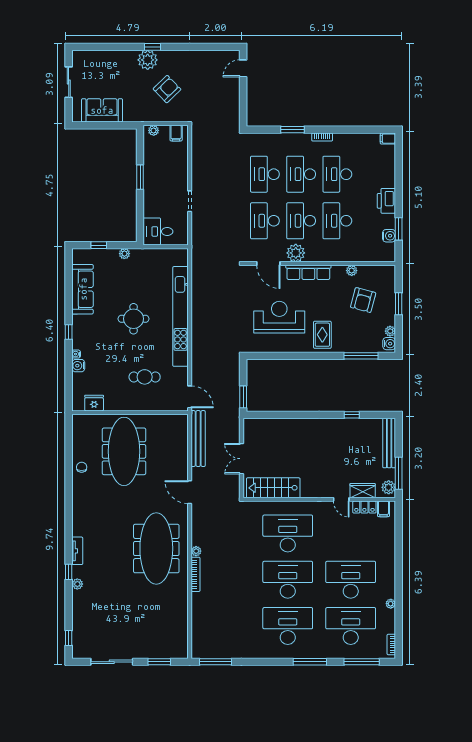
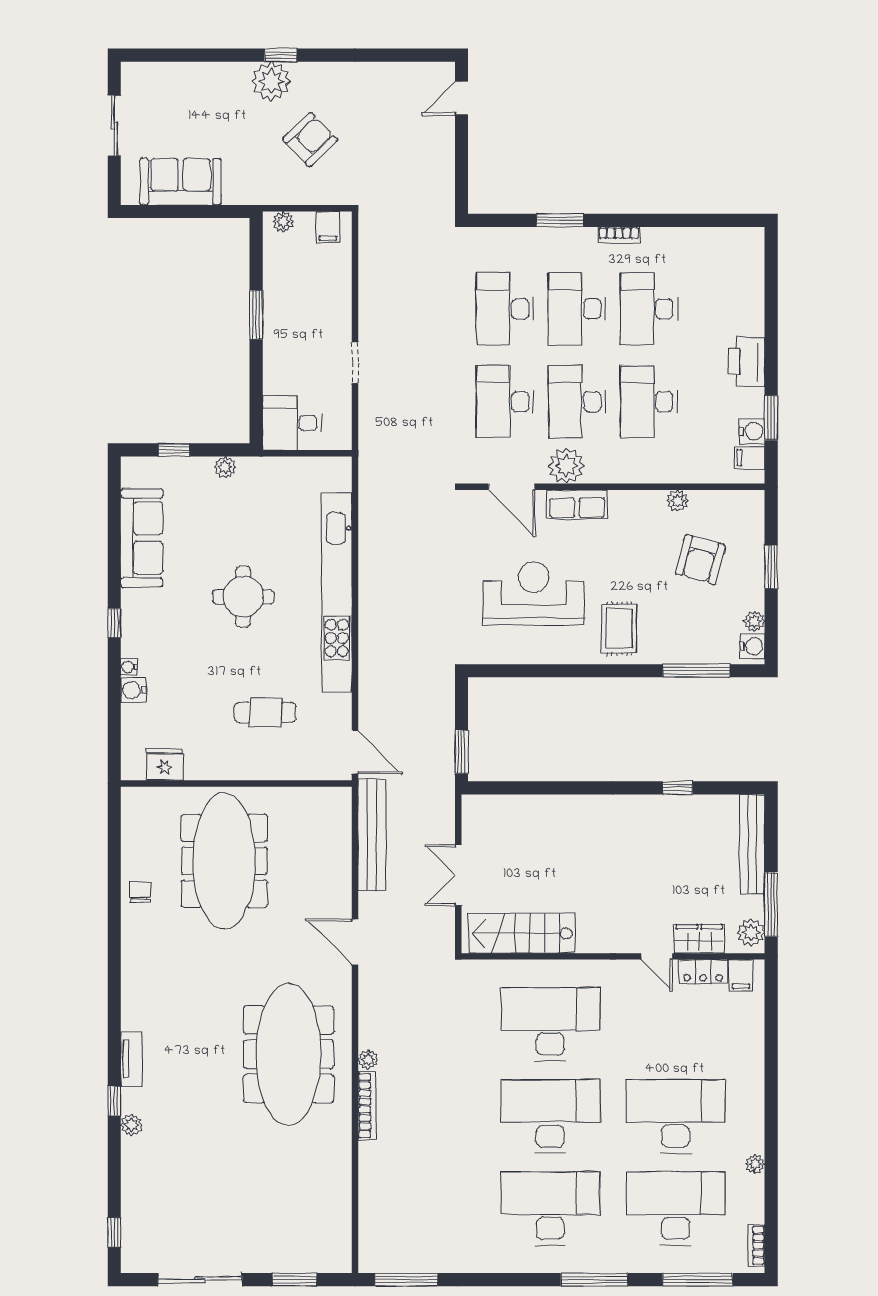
filing cabinet: (388, 139) -> (750, 457), moved
row of seats: (308, 272) -> (577, 504), width x0.68

